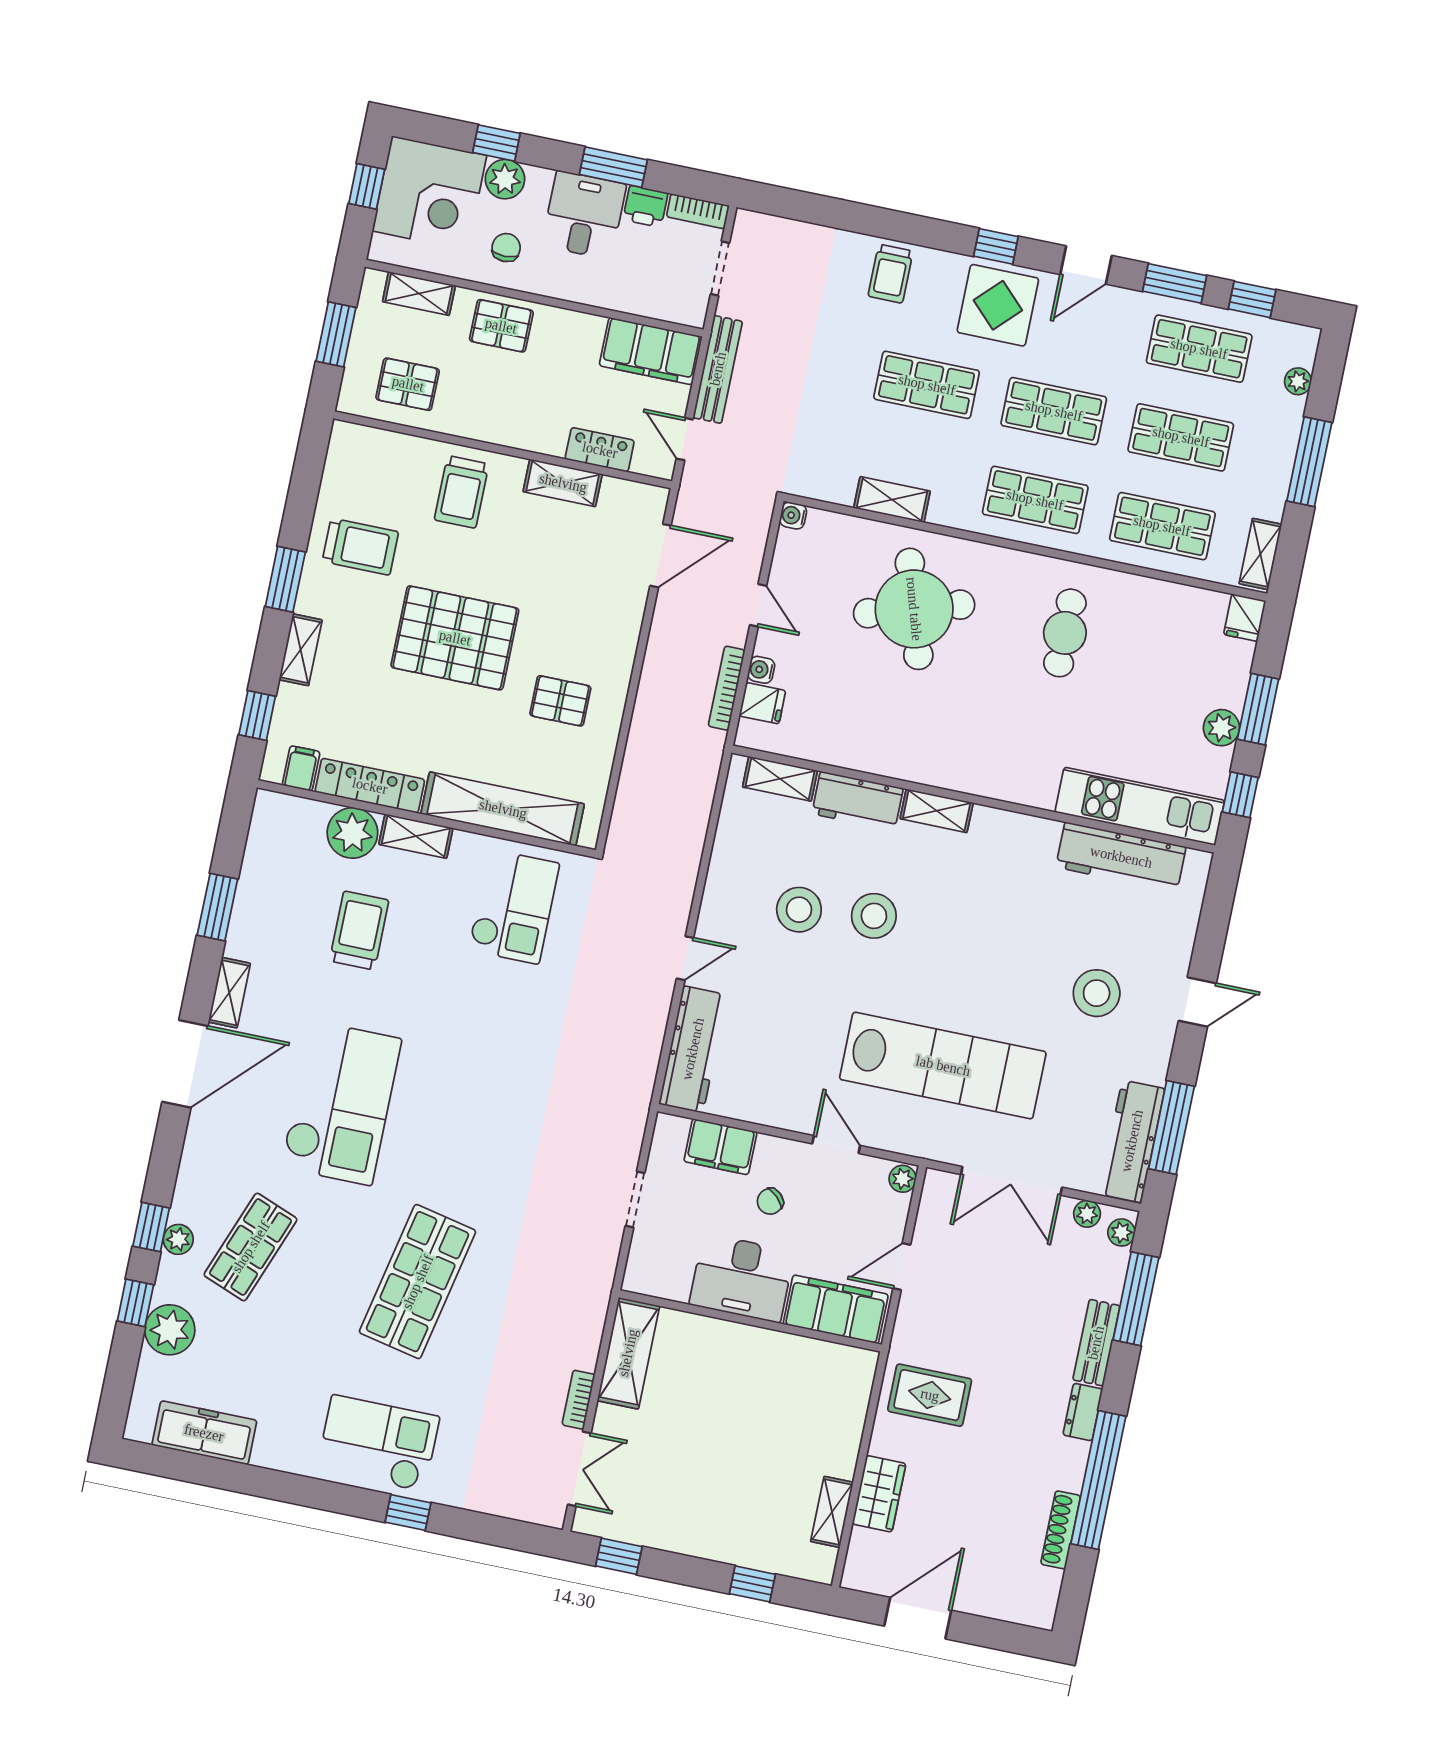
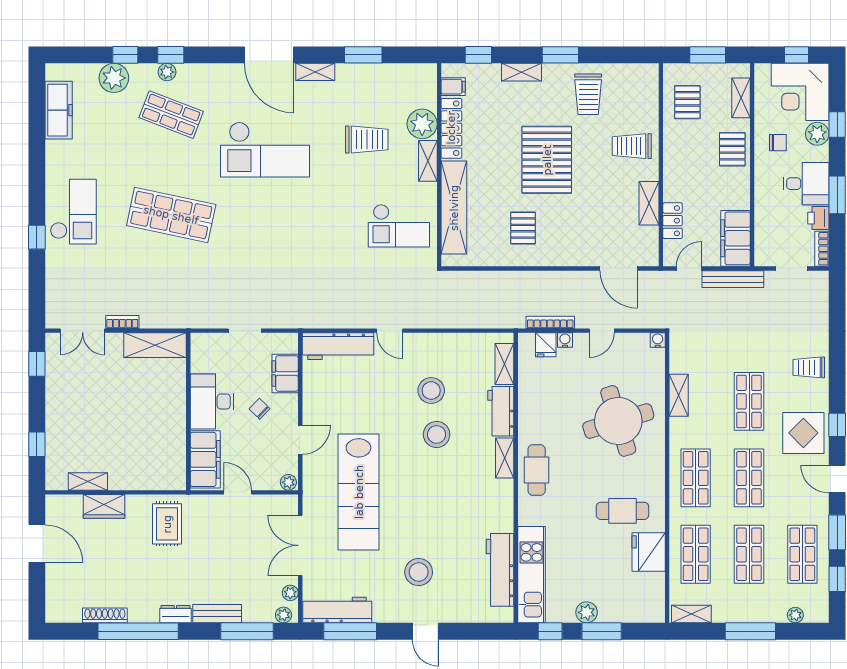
fridge: (1245, 618) -> (649, 552), moved, width x1.88, depth x1.34
cafe table: (967, 762) -> (537, 470), added

